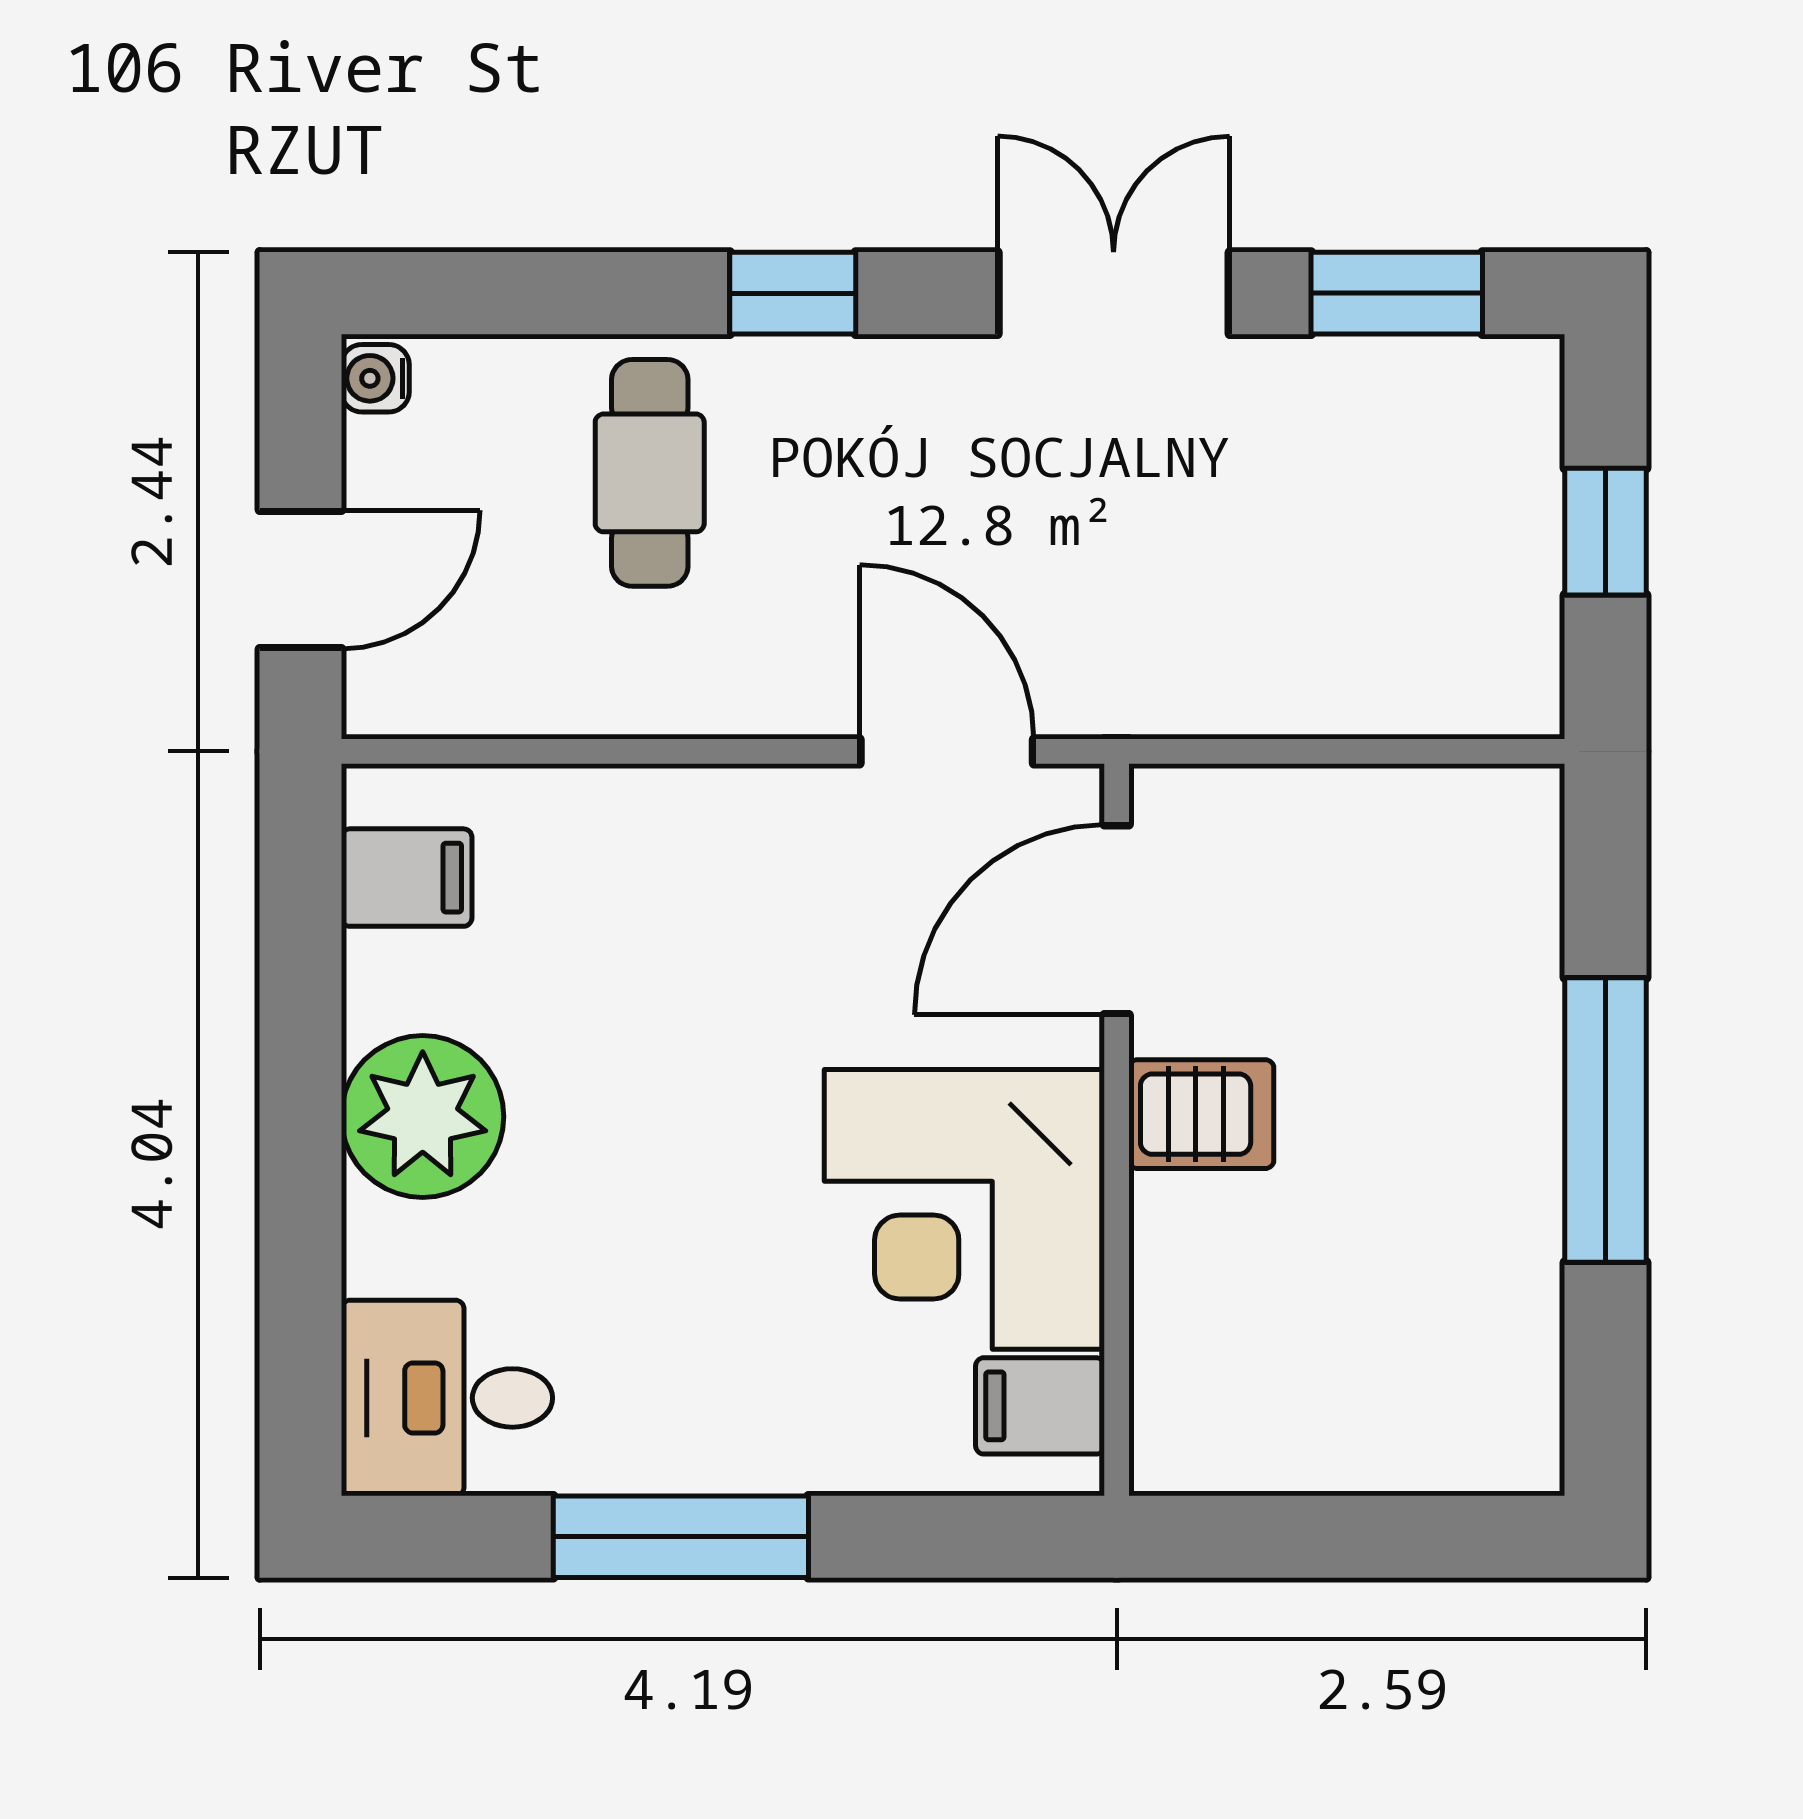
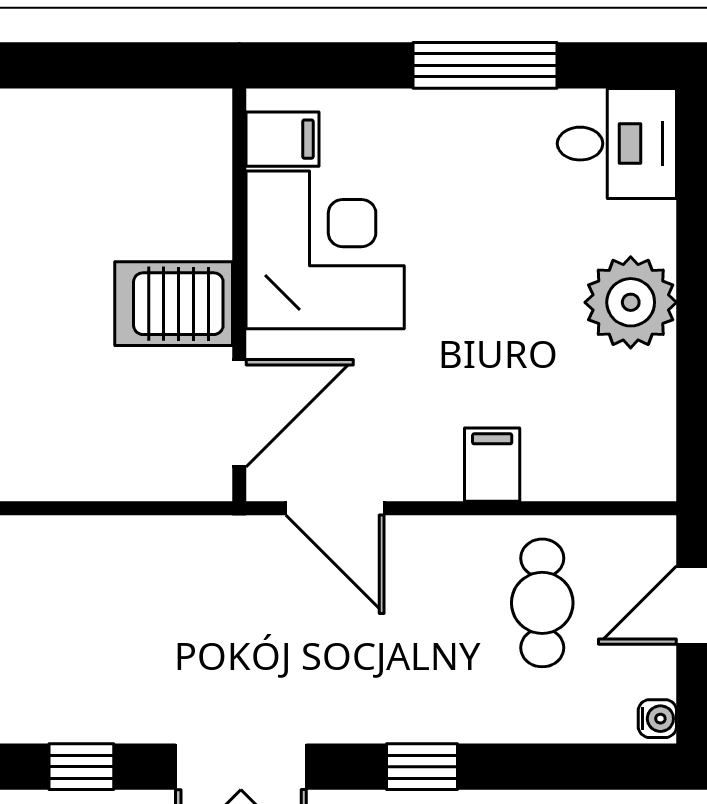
window: (1397, 293) -> (81, 767), width x0.67
cafe table: (650, 473) -> (542, 603), moved
filing cabinet: (407, 878) -> (492, 465), moved, turned 90
server rack: (1201, 1114) -> (174, 304), width x1.36, depth x1.44

